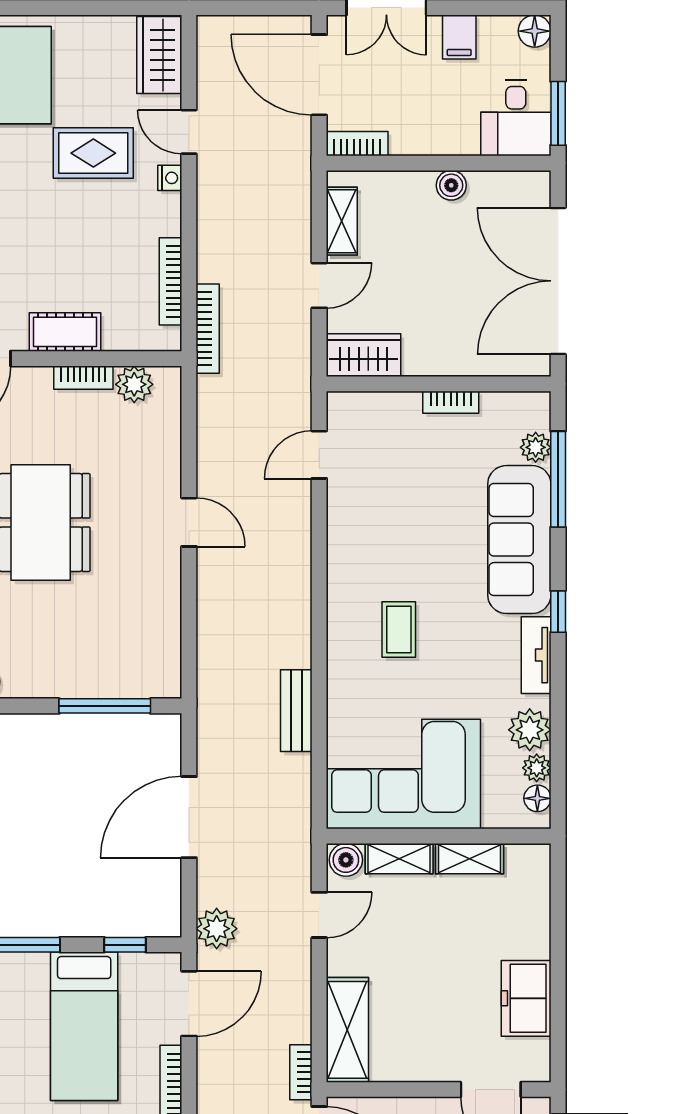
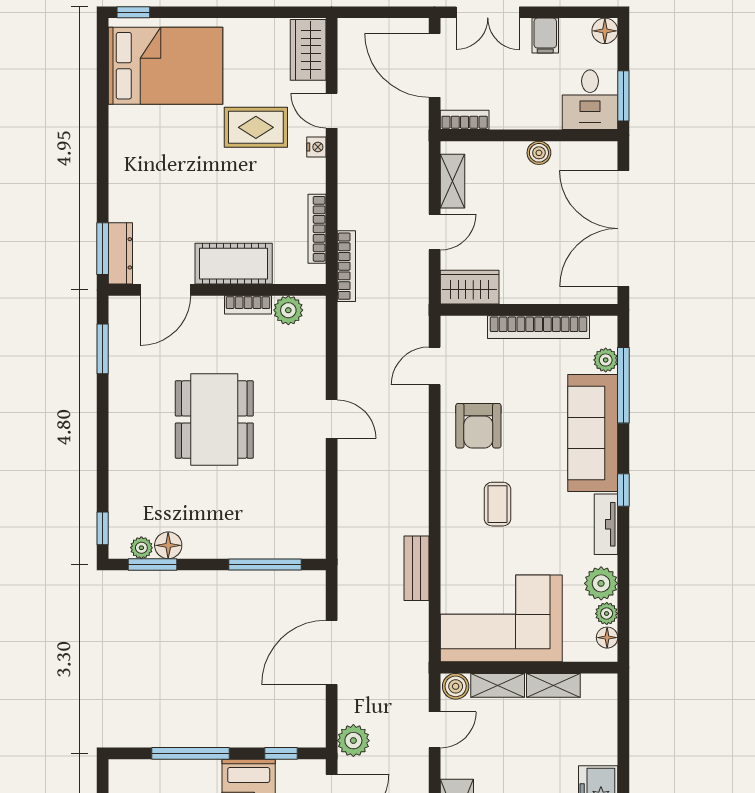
cot: (65, 332) -> (234, 264), width x1.37, depth x1.34
bookcase: (451, 402) -> (539, 327), width x2.31, depth x1.31
armchair: (375, 530) -> (478, 426), added

